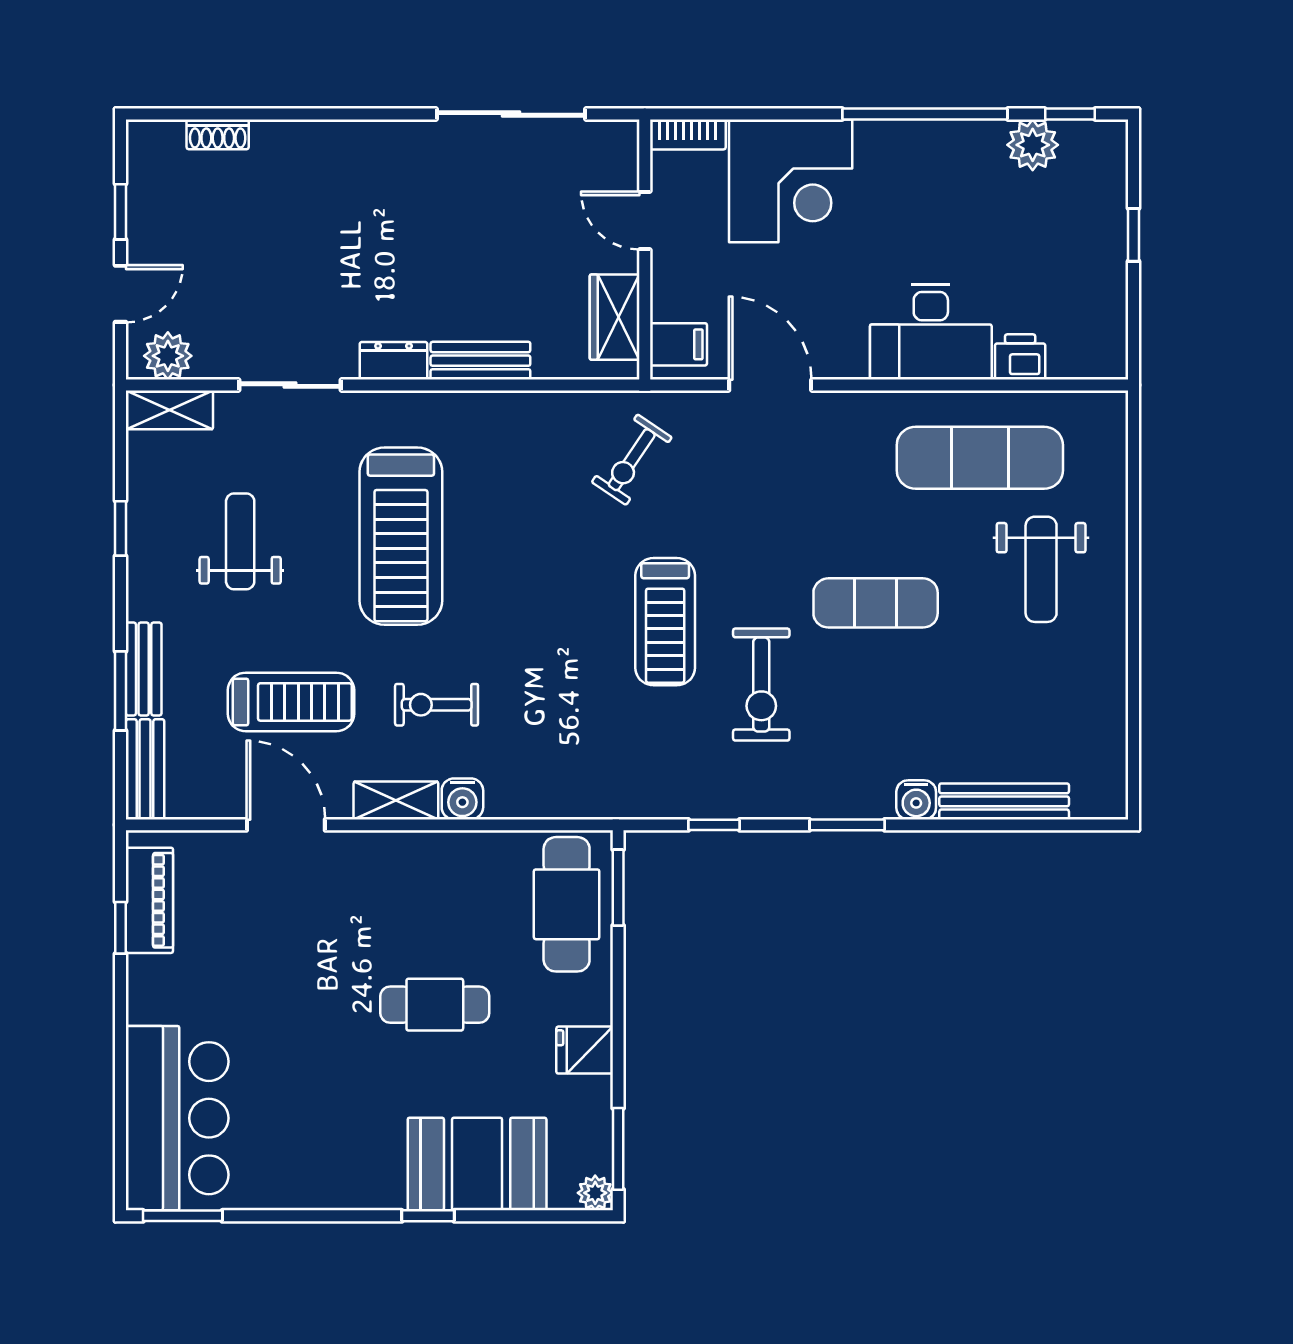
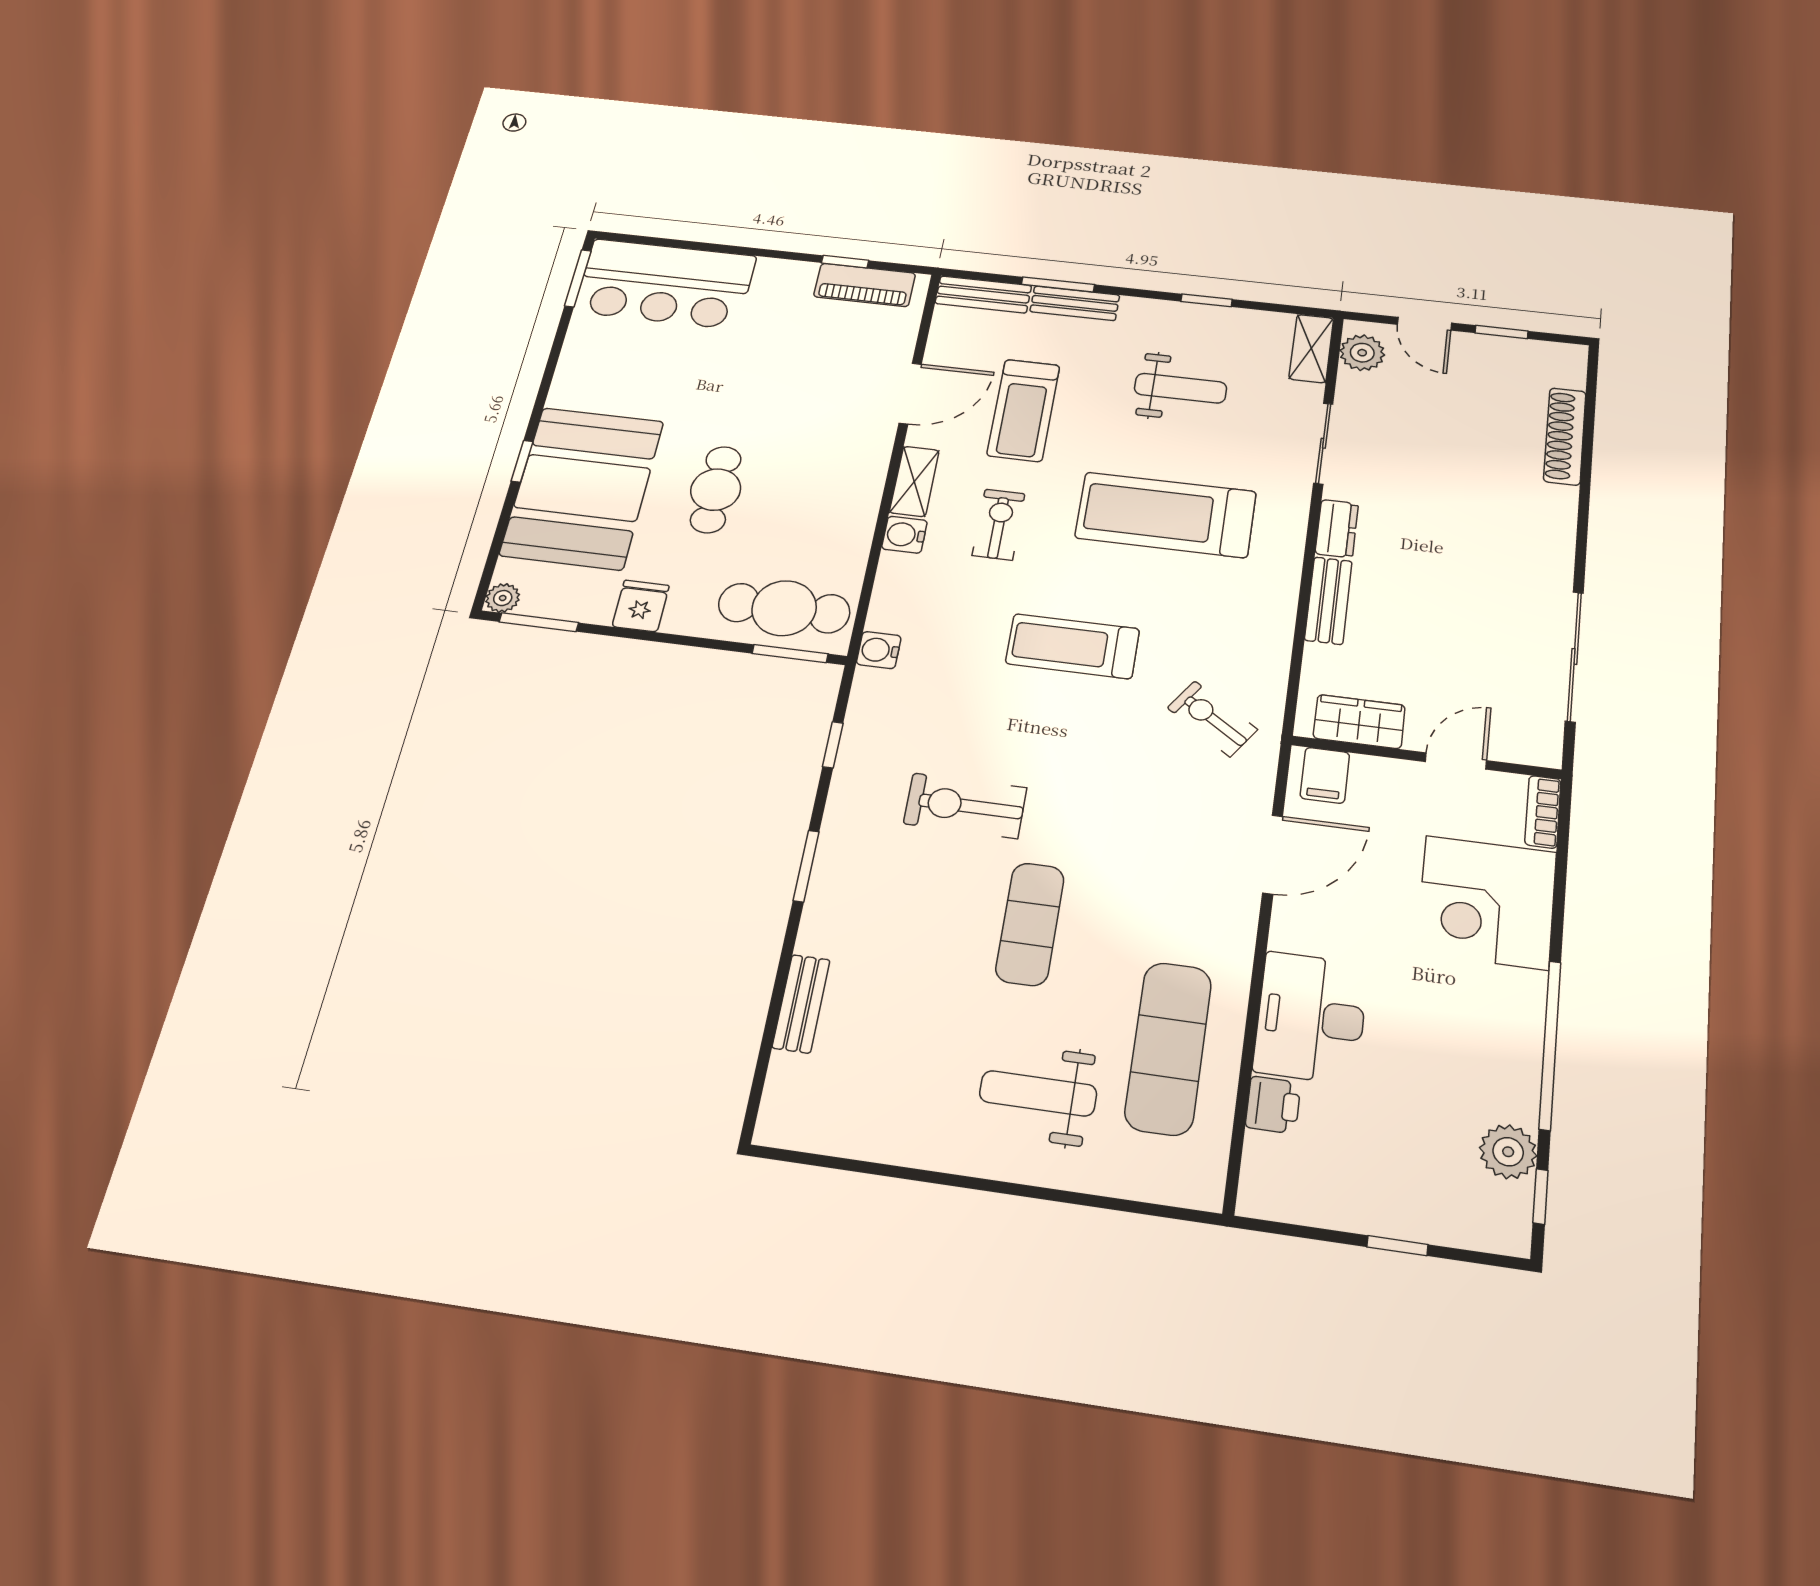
shoe rack: (218, 134) -> (1565, 436), width x1.94, depth x1.24
treadmill: (665, 622) -> (1072, 646), moved
water cooler: (916, 800) -> (879, 650), moved
bench: (1004, 801) -> (801, 1004), width x0.73
booth: (477, 1164) -> (582, 488), width x1.36, depth x1.42

